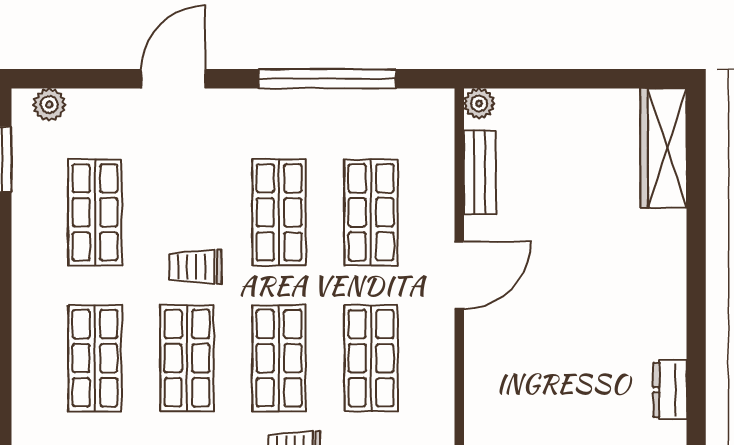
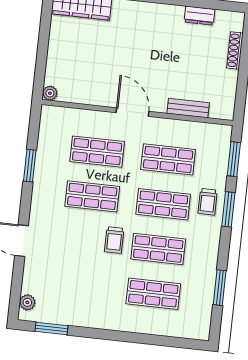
window: (327, 79) -> (30, 166), width x0.47
bench: (480, 172) -> (188, 108), moved
shop shelf: (95, 212) -> (82, 286), removed

